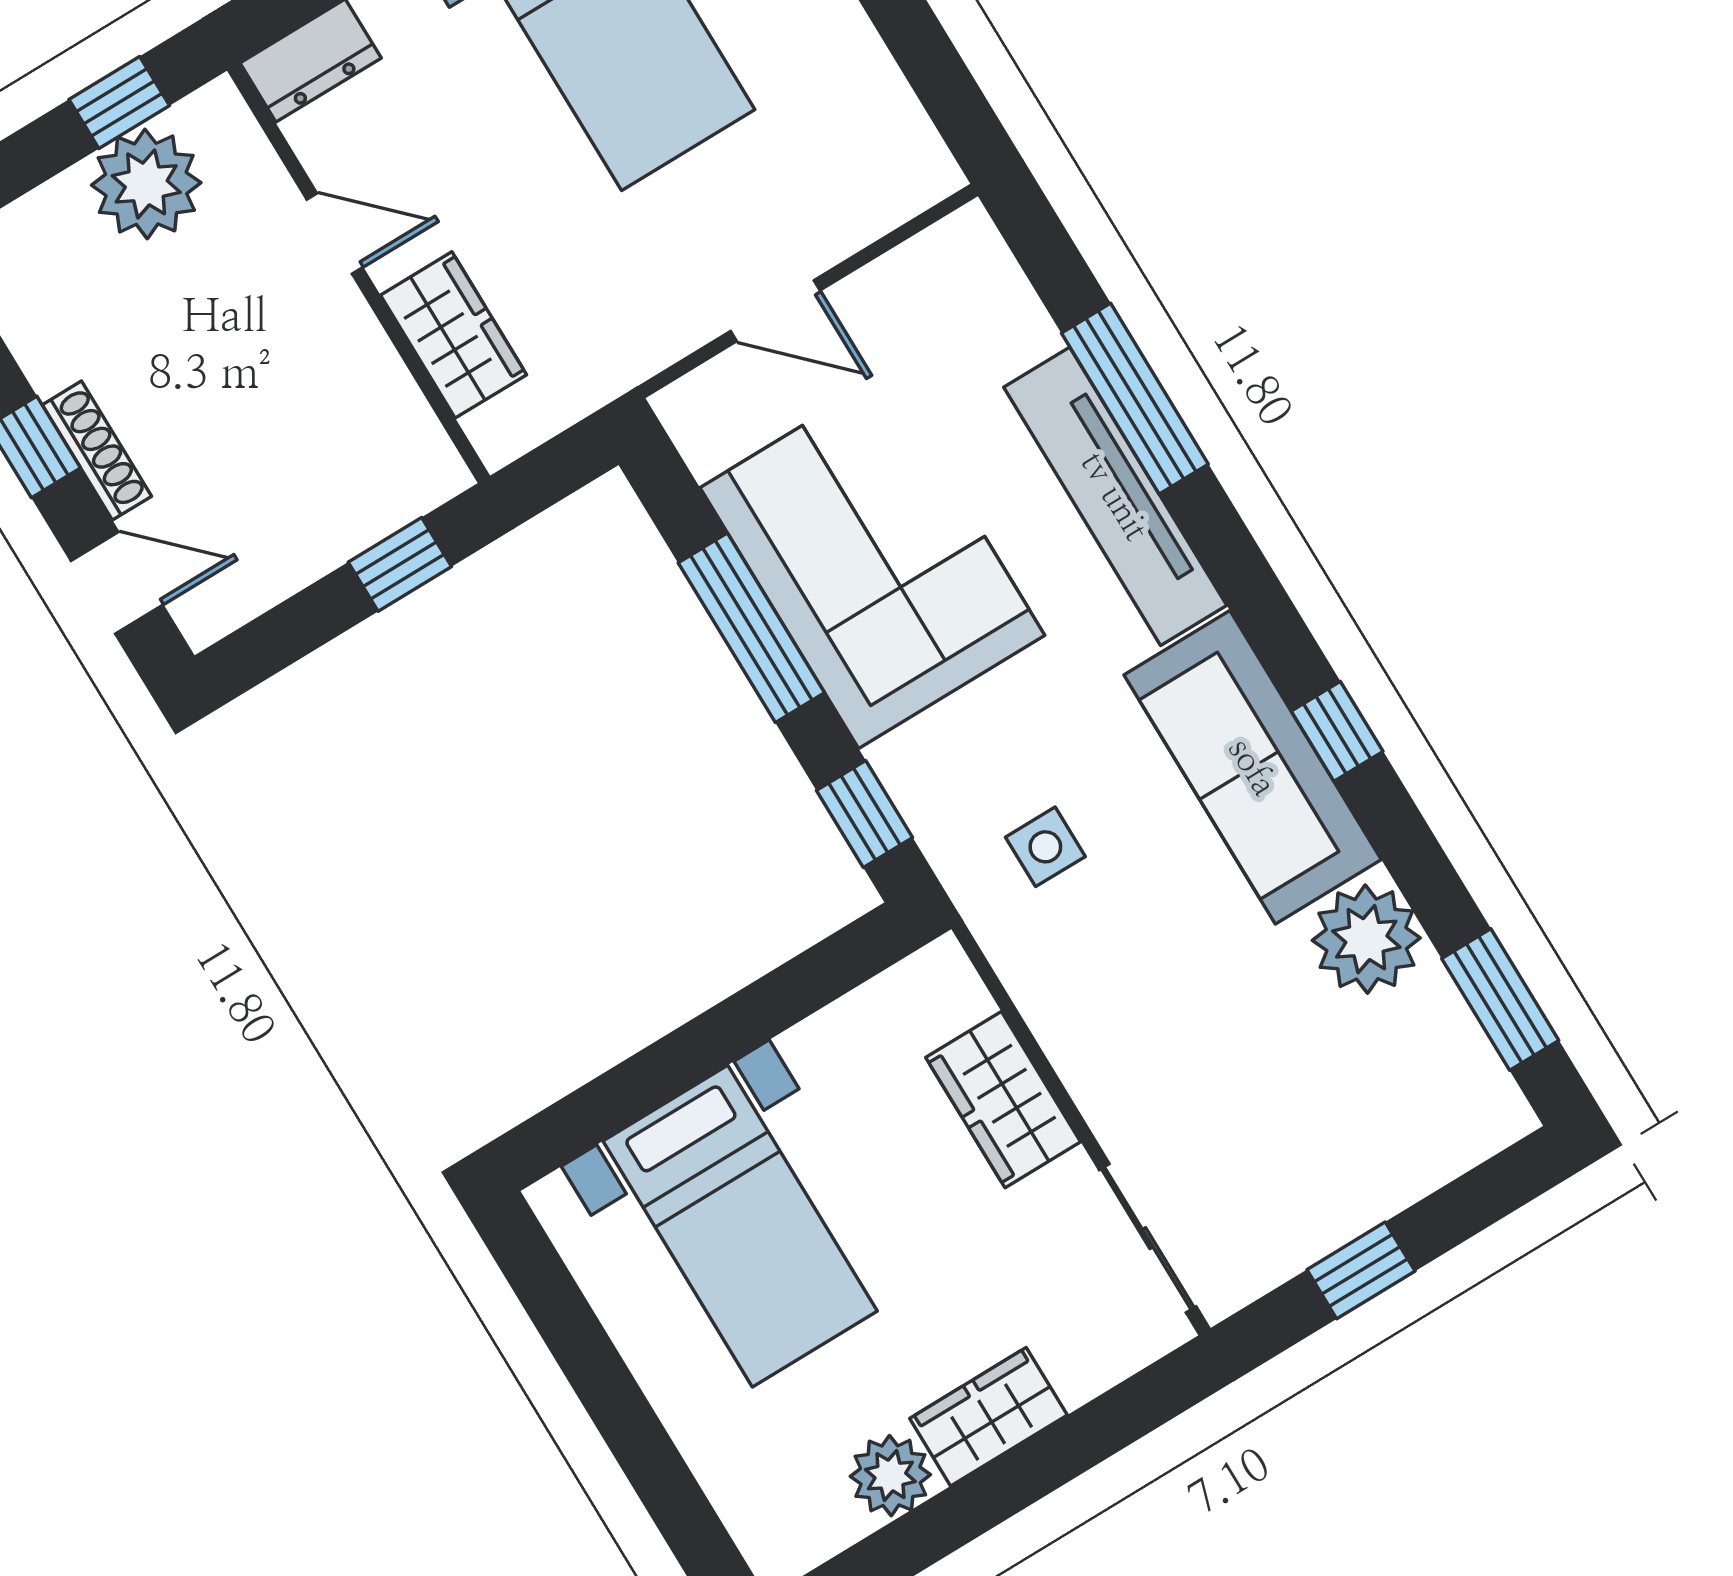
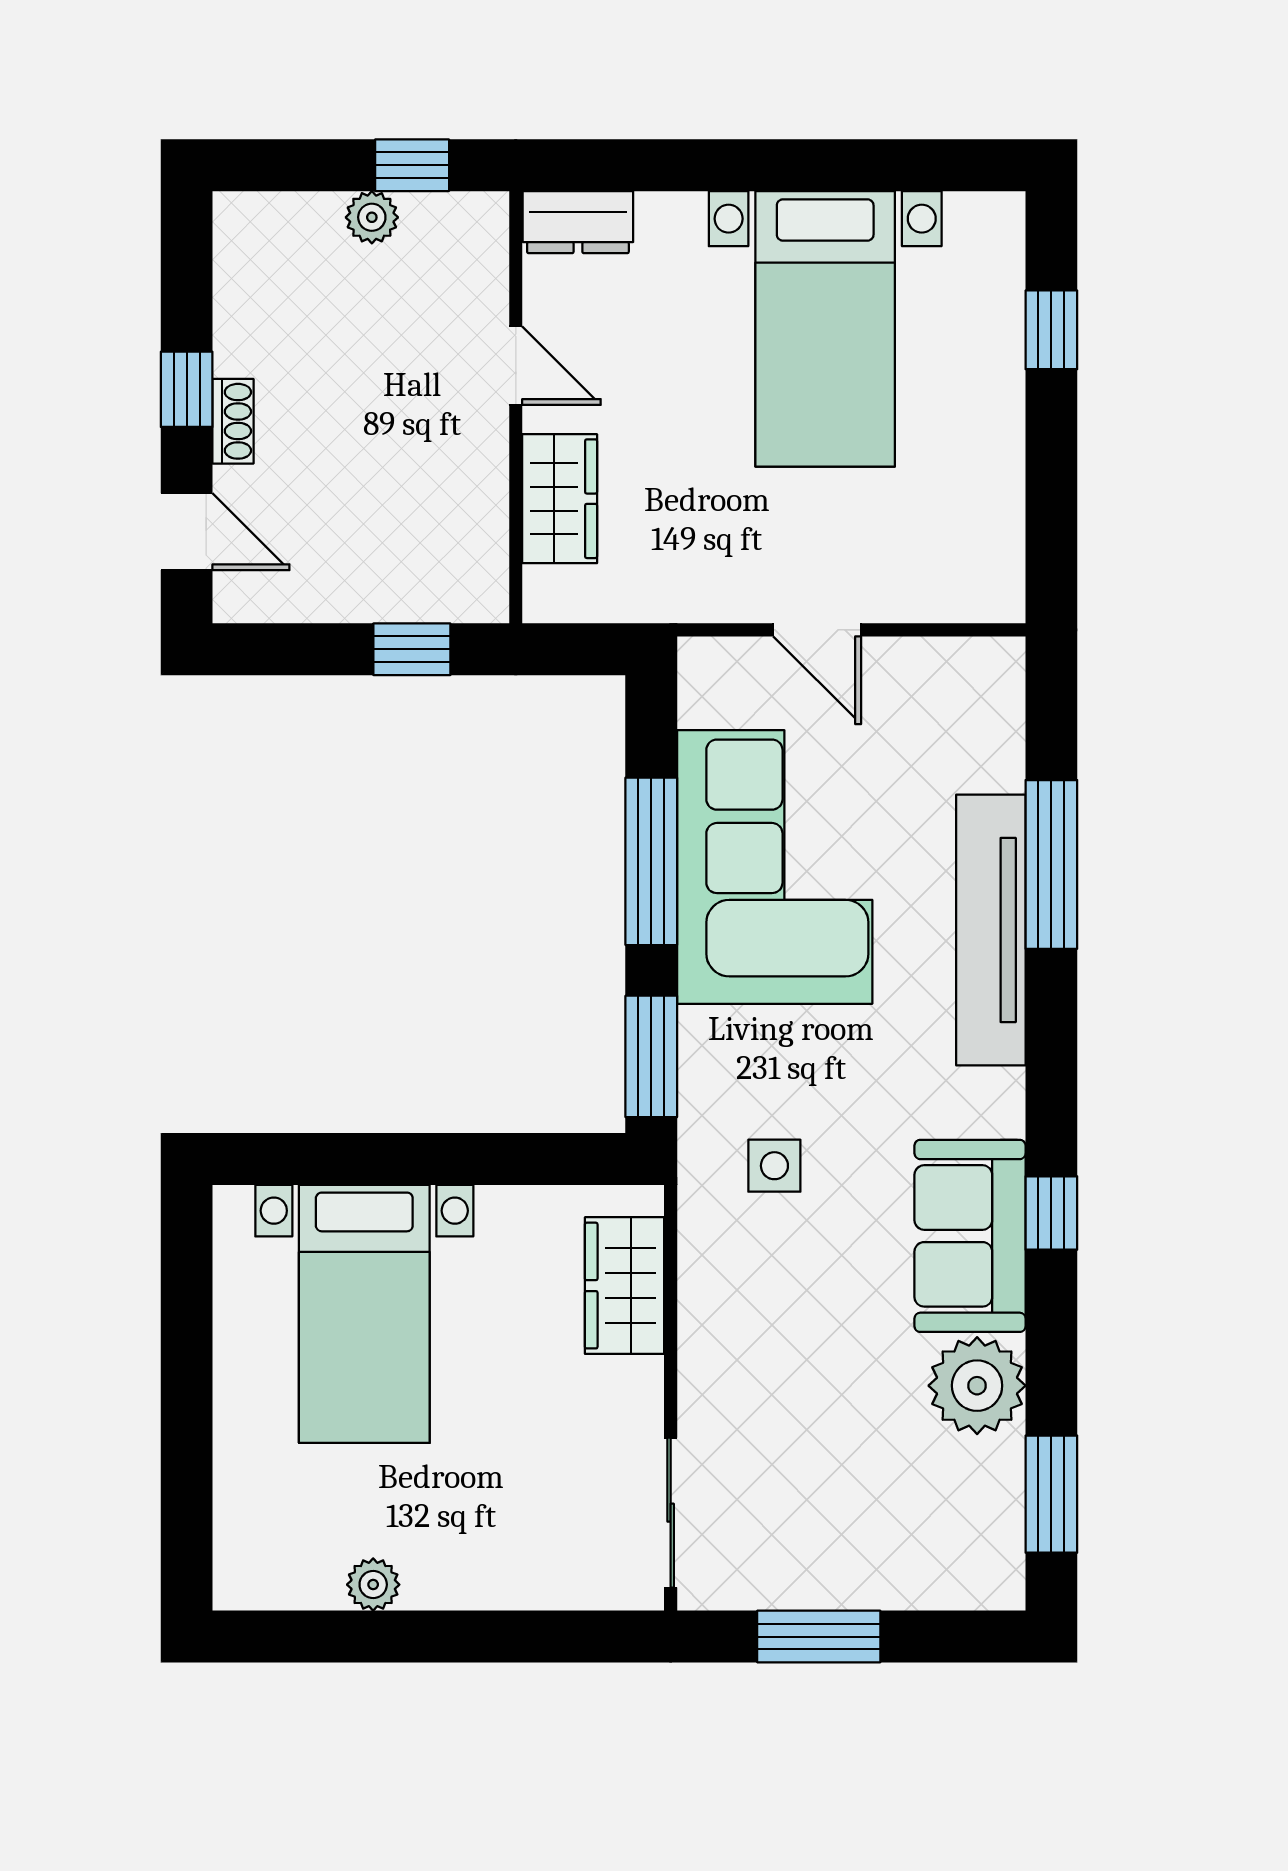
plant: (146, 184) -> (372, 217), width x0.53, depth x0.53
shoe rack: (97, 451) -> (233, 421), width x0.70
sofa: (1253, 767) -> (970, 1236), width x0.73
window: (864, 814) -> (651, 1056), width x1.50
wardrobe: (1003, 1100) -> (625, 1286), moved
window: (1361, 1270) -> (819, 1637), width x1.50
wardrobe: (988, 1417) -> (466, 1575), removed
plant: (890, 1476) -> (373, 1585), width x0.73, depth x0.73

